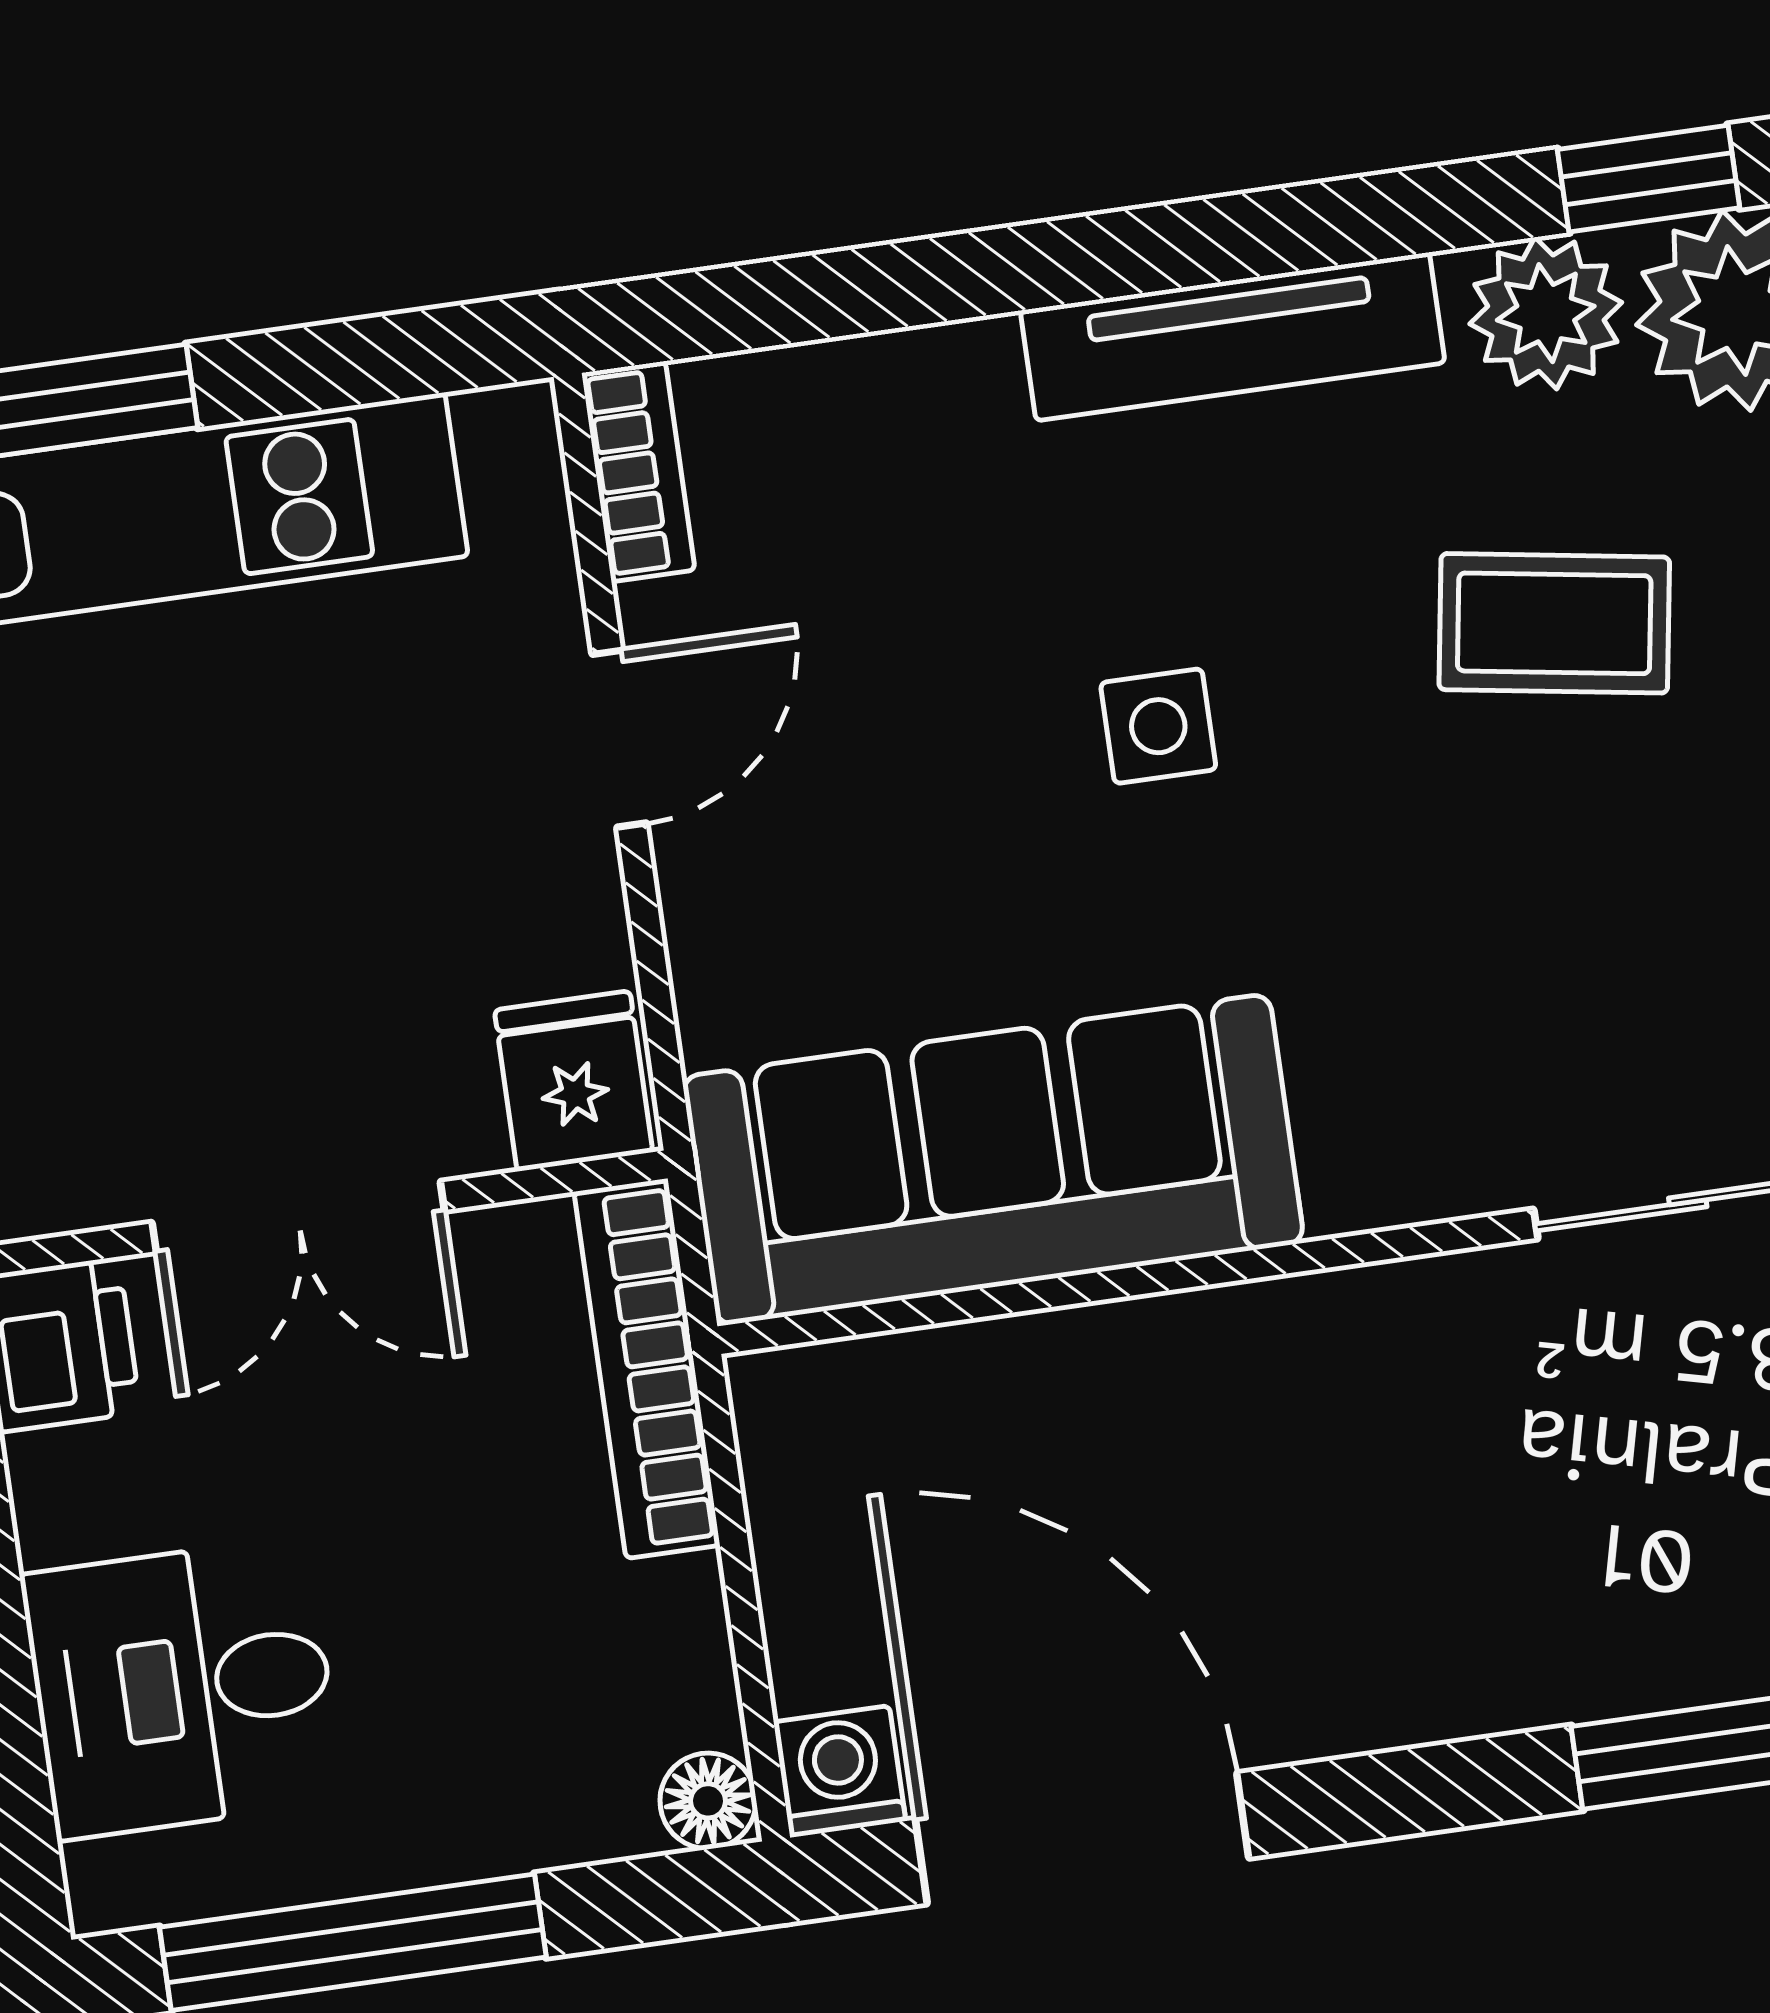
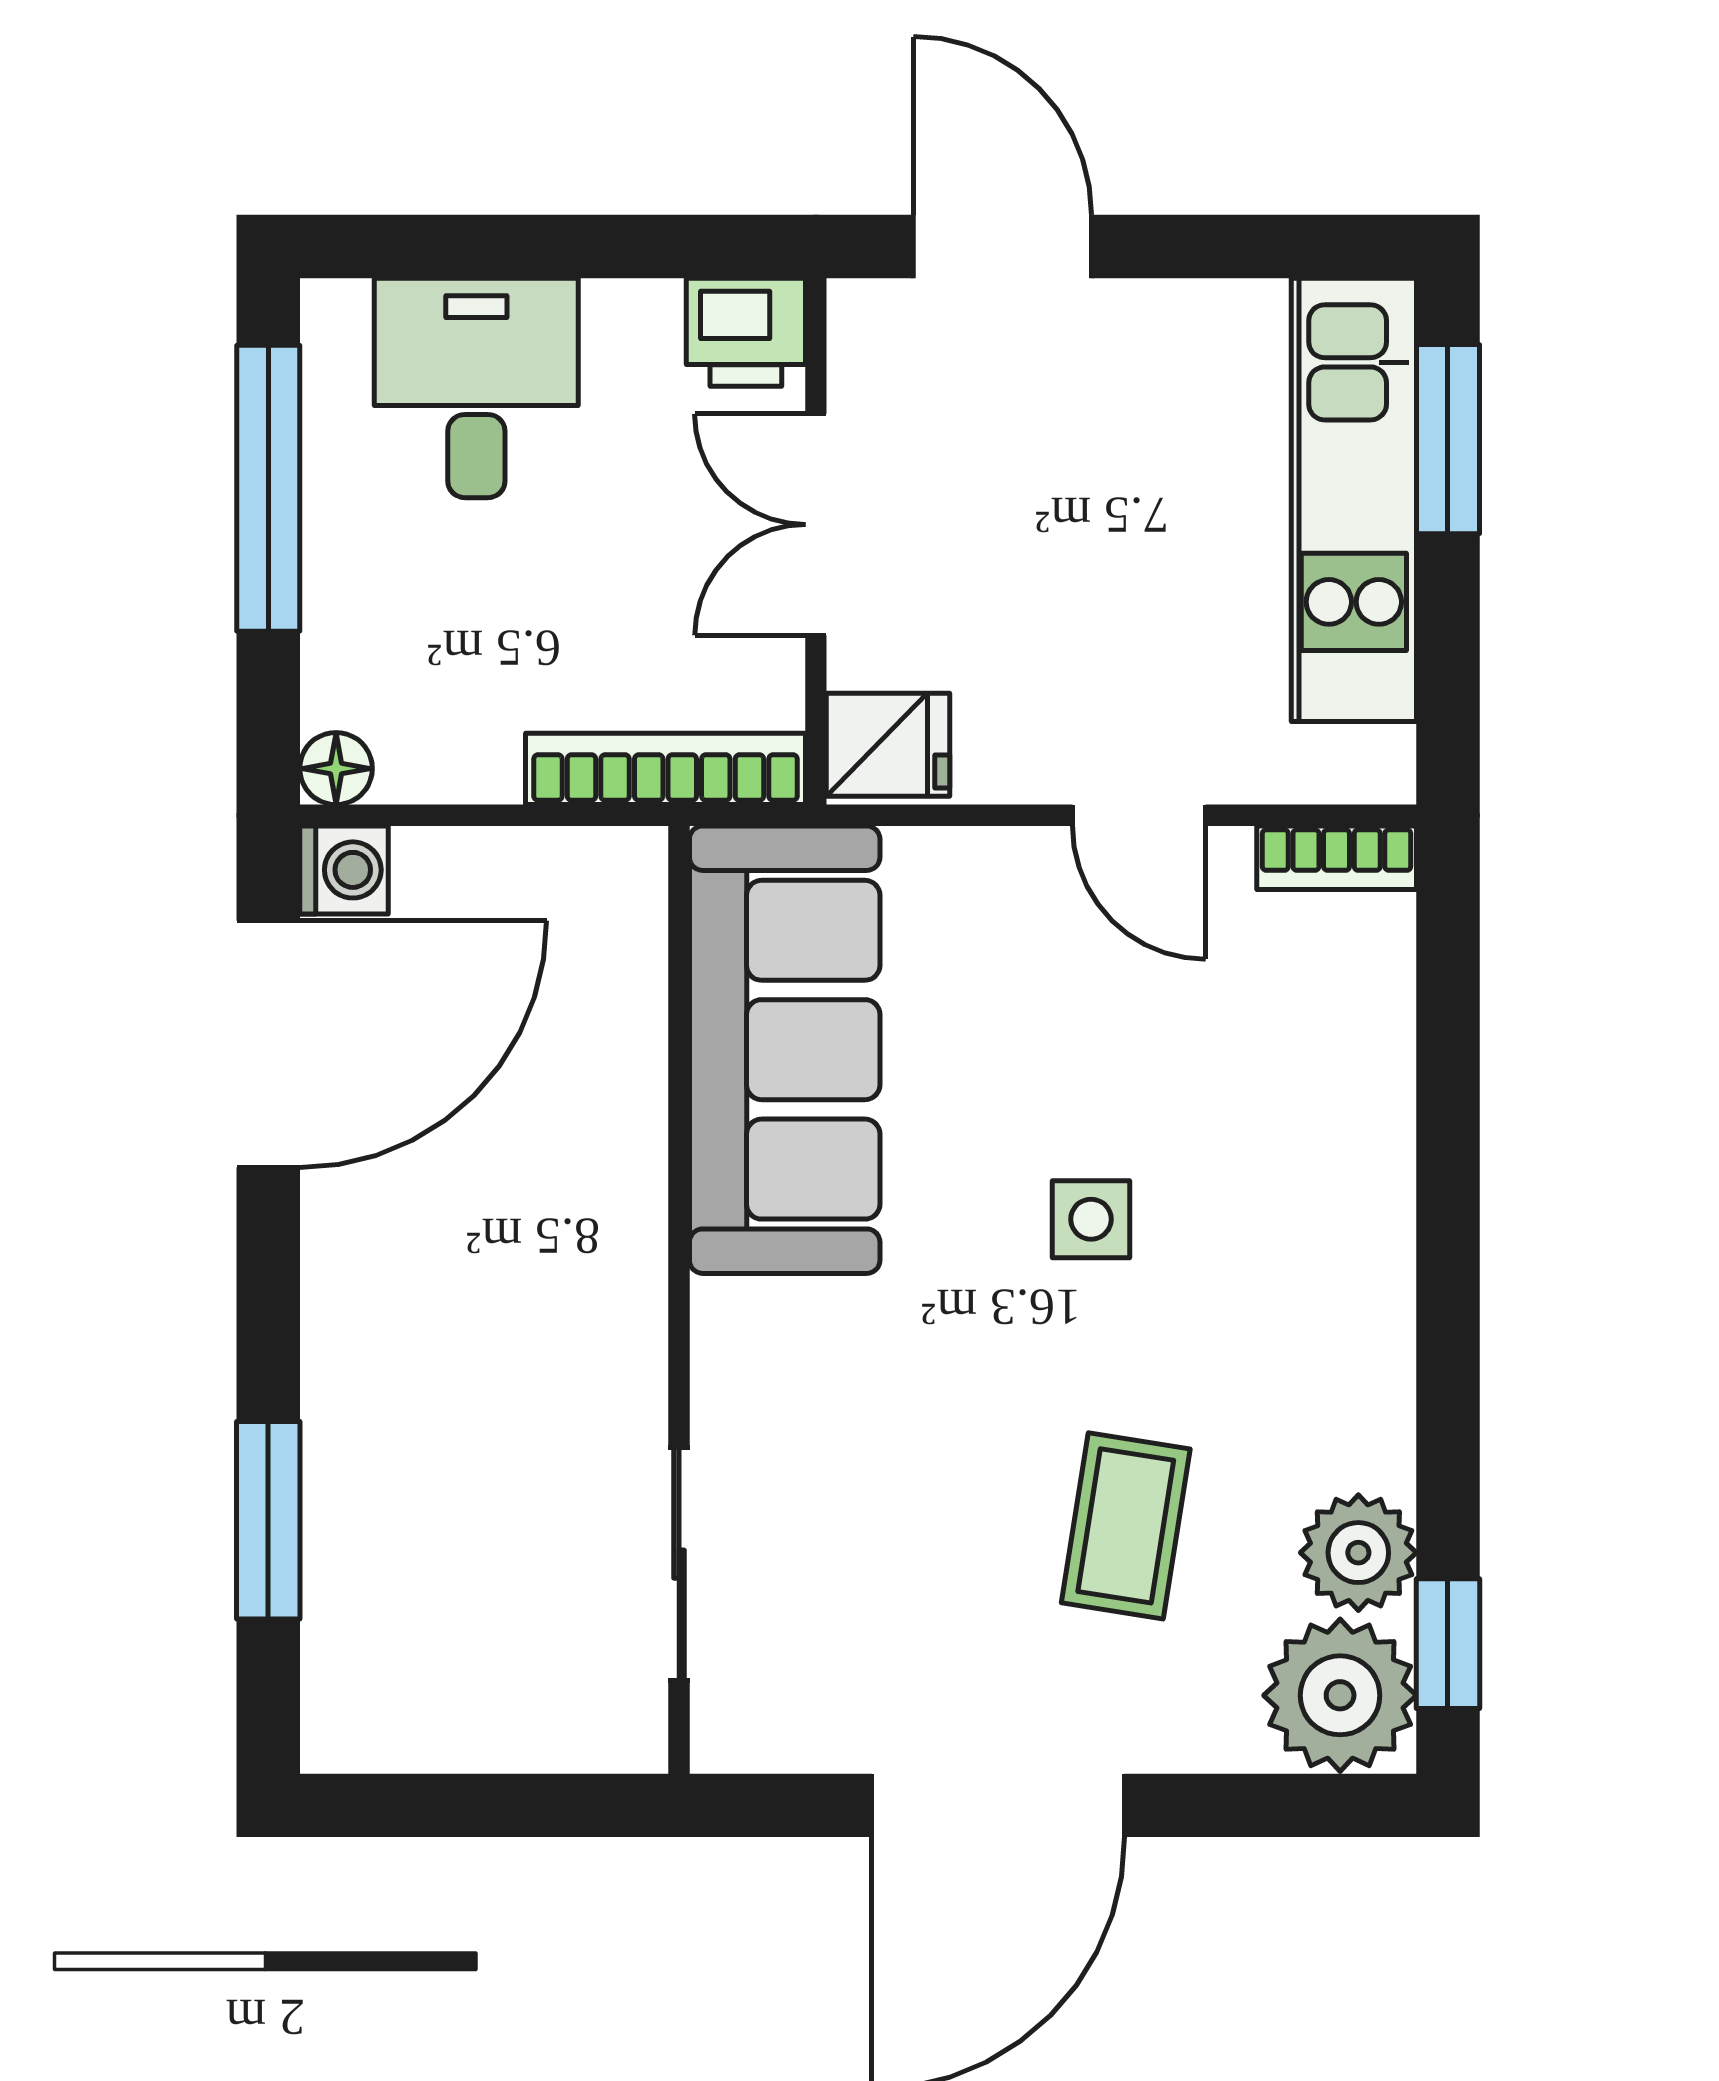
tv unit: (1233, 337) -> (1374, 1316), removed

